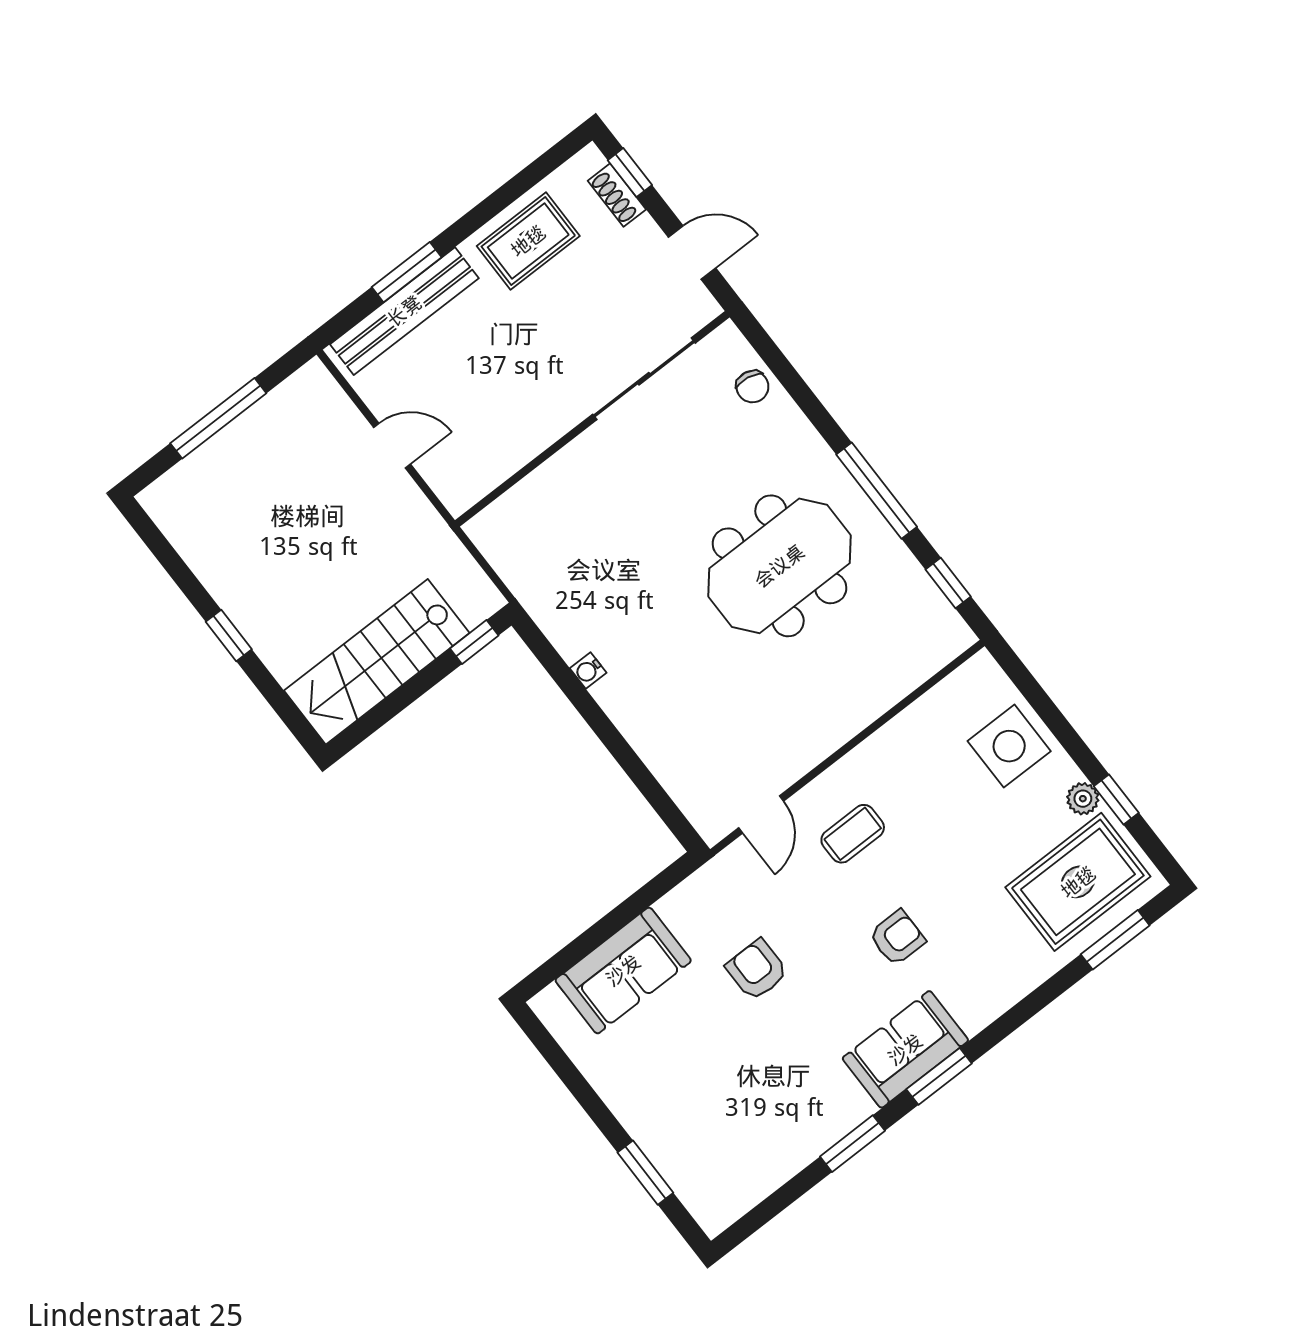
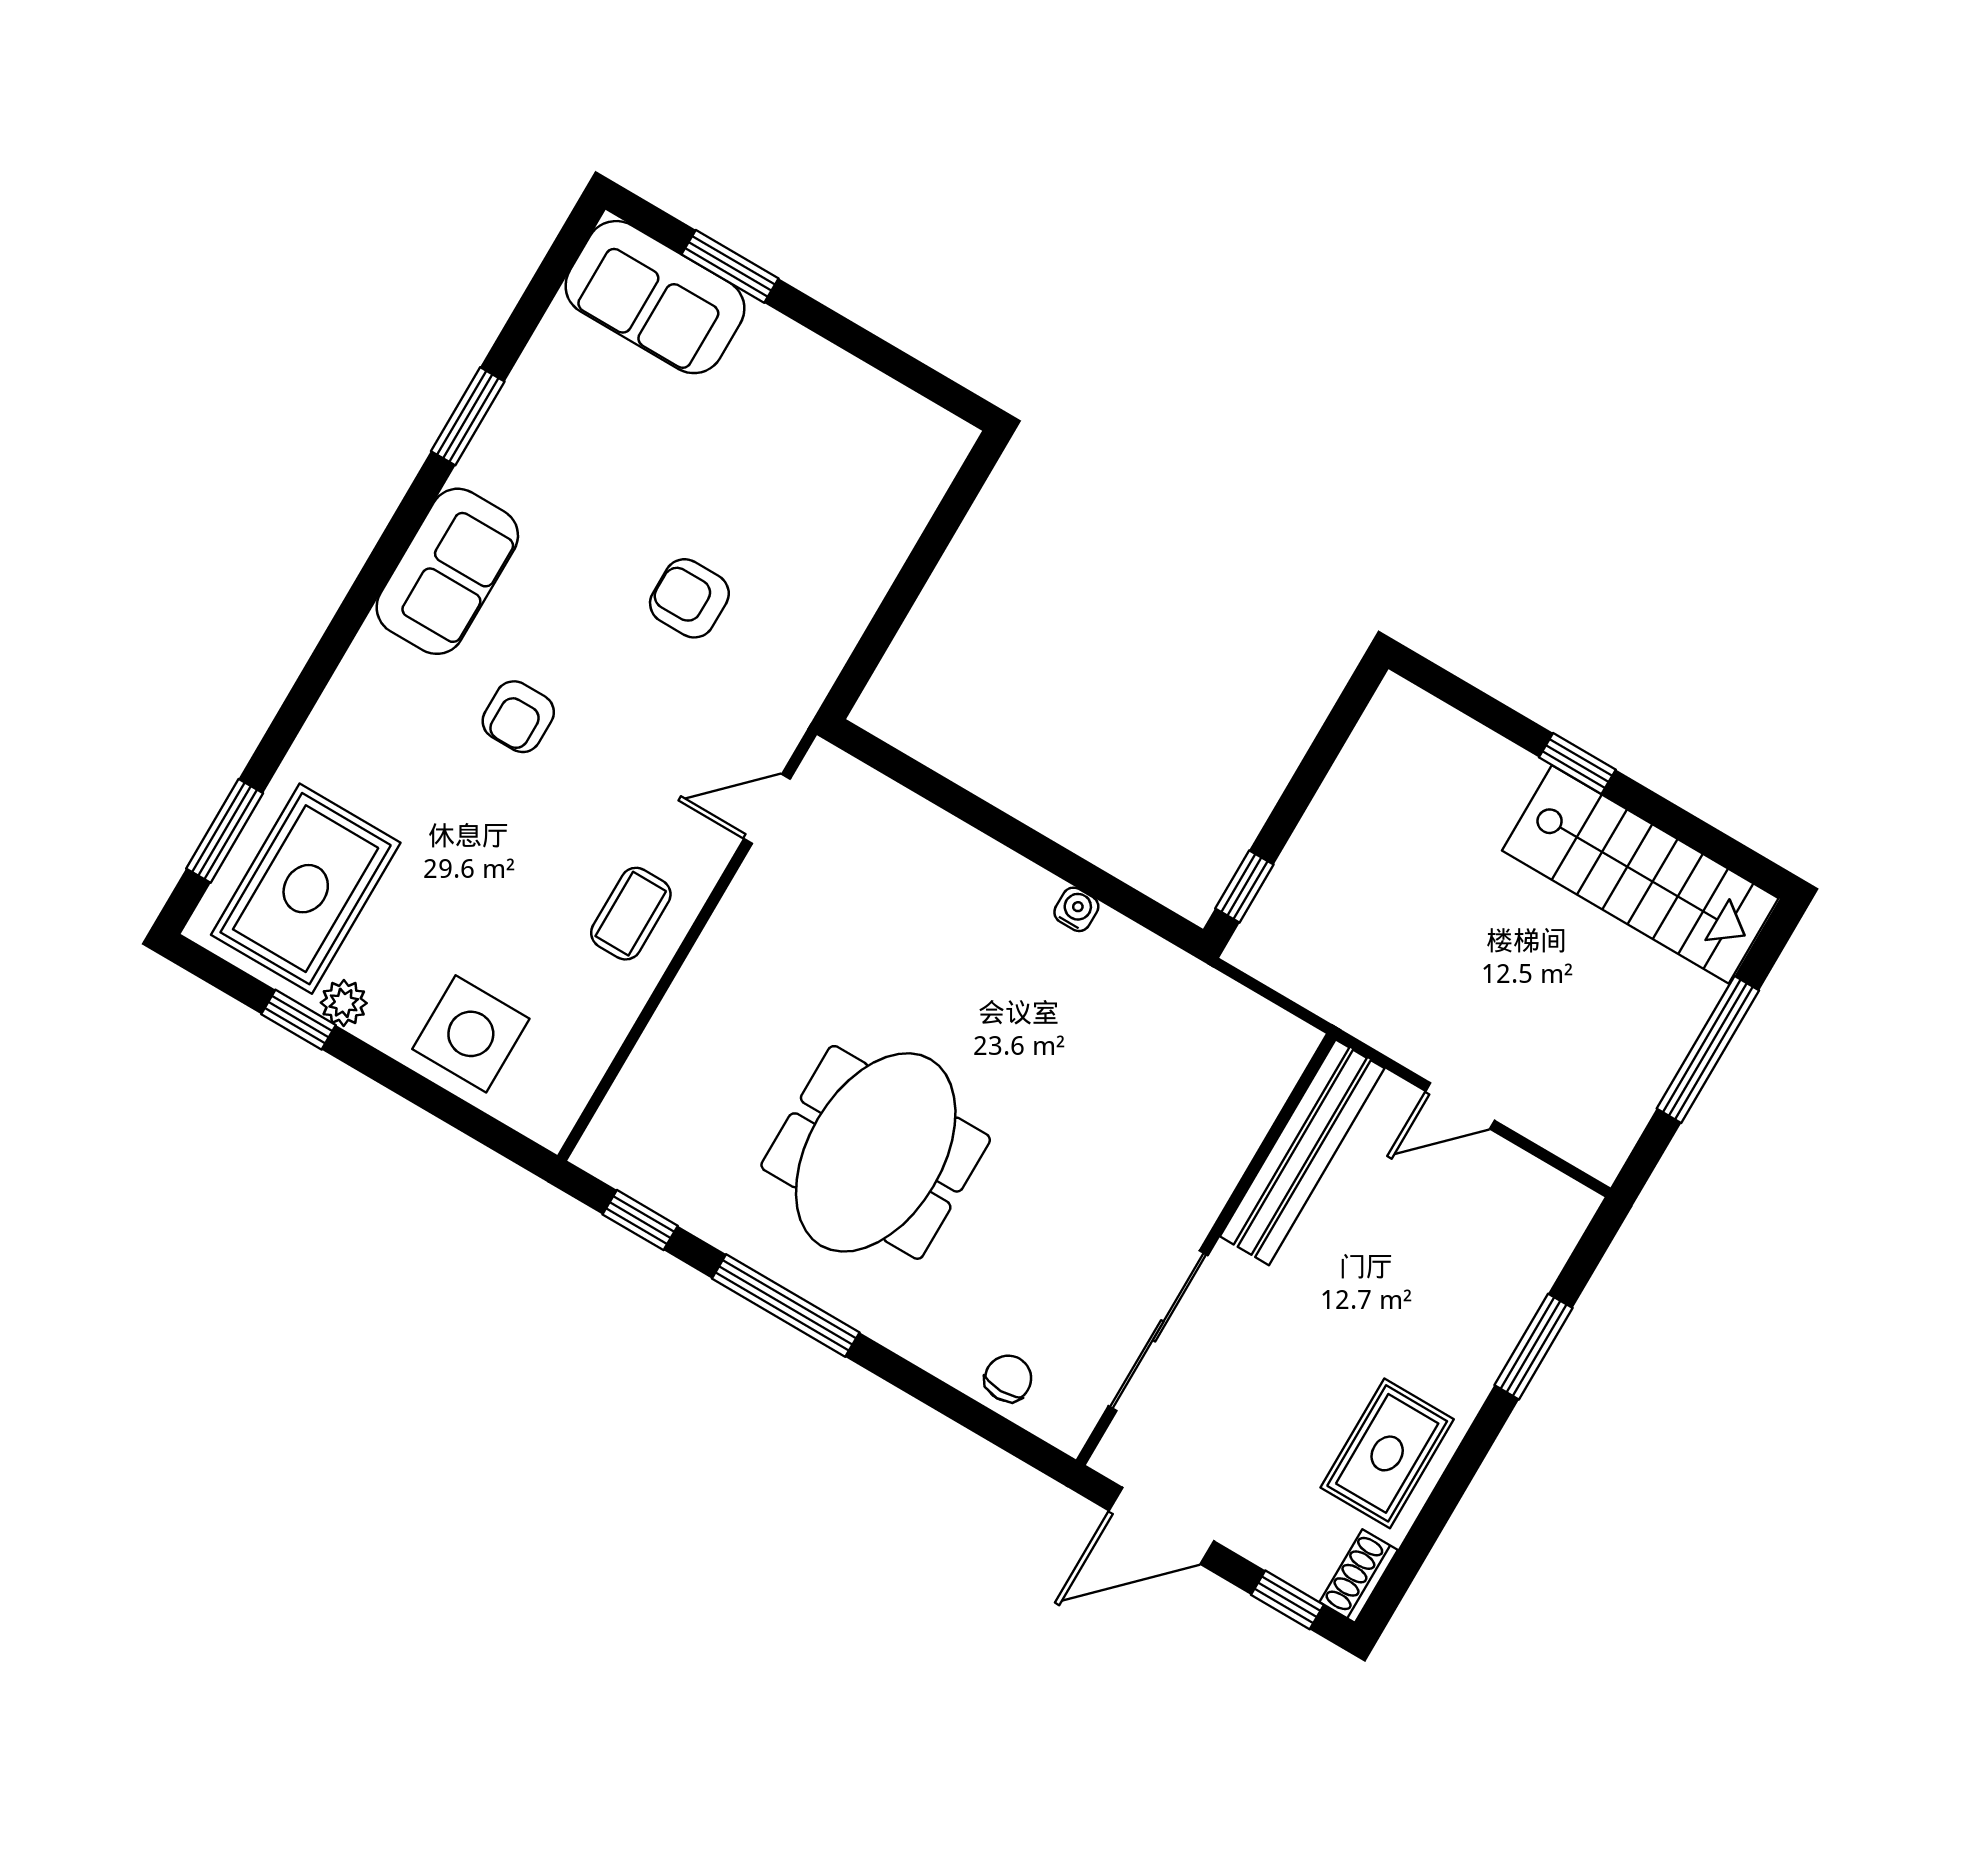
shoe rack: (617, 195) -> (1359, 1576), moved, turned -90
door: (692, 253) -> (1161, 1526), width x1.38
bench: (404, 311) -> (1302, 1152), moved
chair: (752, 387) -> (1008, 1378), turned 80
stairs: (377, 662) -> (1640, 874), moved, turned 90
door: (761, 815) -> (767, 809), hinge flipped
coffee table: (853, 834) -> (631, 914), moved
sofa: (623, 970) -> (655, 297), moved, turned -90
armchair: (757, 970) -> (689, 598), turned 180
window: (939, 1076) -> (388, 553), removed

